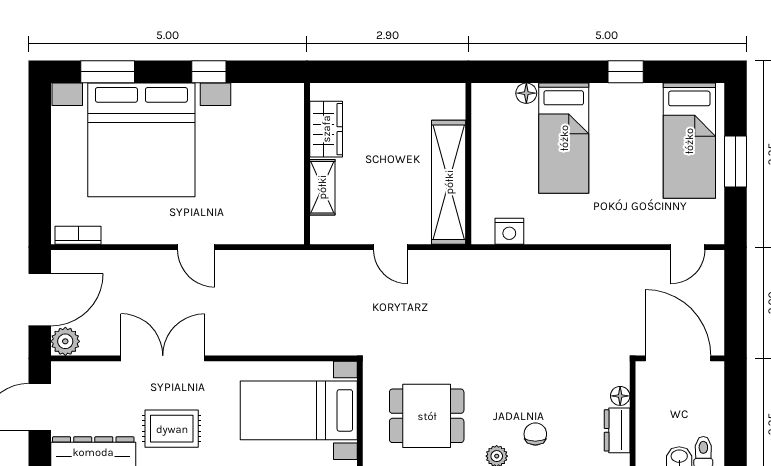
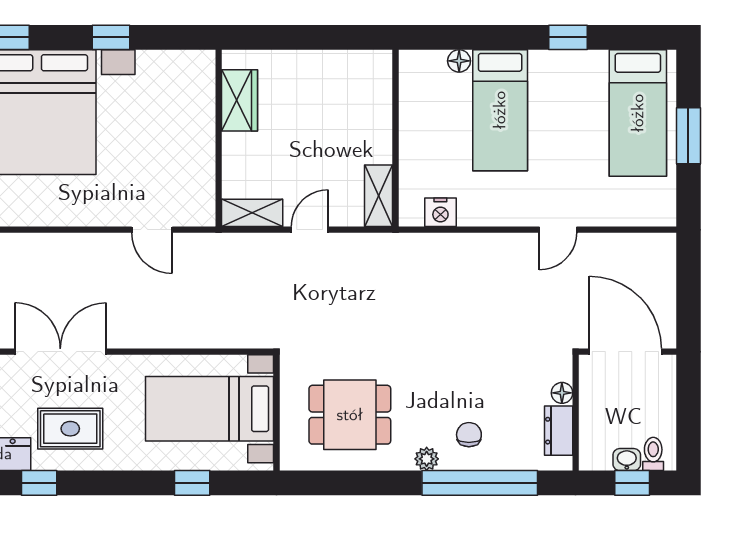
shelving: (449, 182) -> (379, 196), width x0.45, depth x0.75
shelving: (322, 187) -> (252, 213), moved, turned 90
door: (196, 247) -> (152, 230), moved
door: (390, 247) -> (310, 230), swing flipped
door: (688, 247) -> (558, 230), moved

